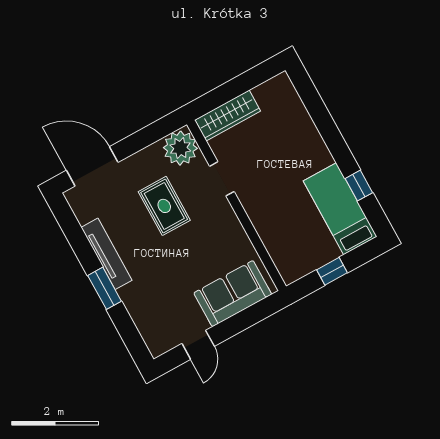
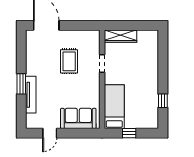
plant: (180, 148) -> (91, 39), removed
bed: (340, 209) -> (114, 107), moved
tv unit: (106, 254) -> (31, 95), moved

